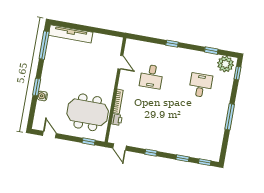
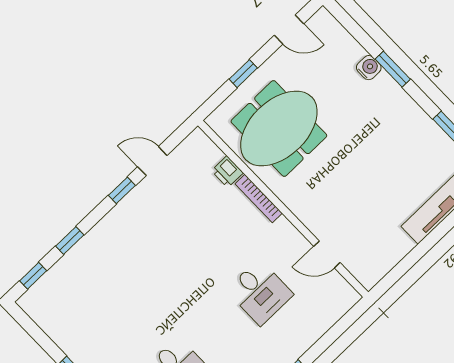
desk: (151, 77) -> (260, 292), turned 180
window: (89, 142) -> (243, 74), moved
door: (120, 147) -> (152, 161), moved

